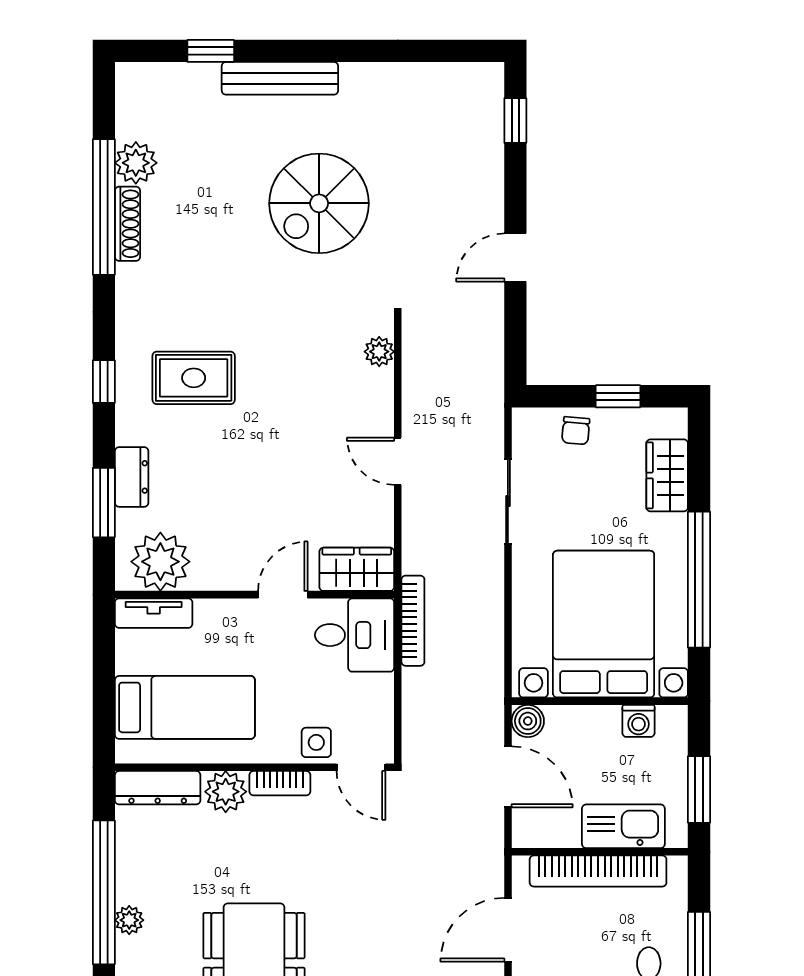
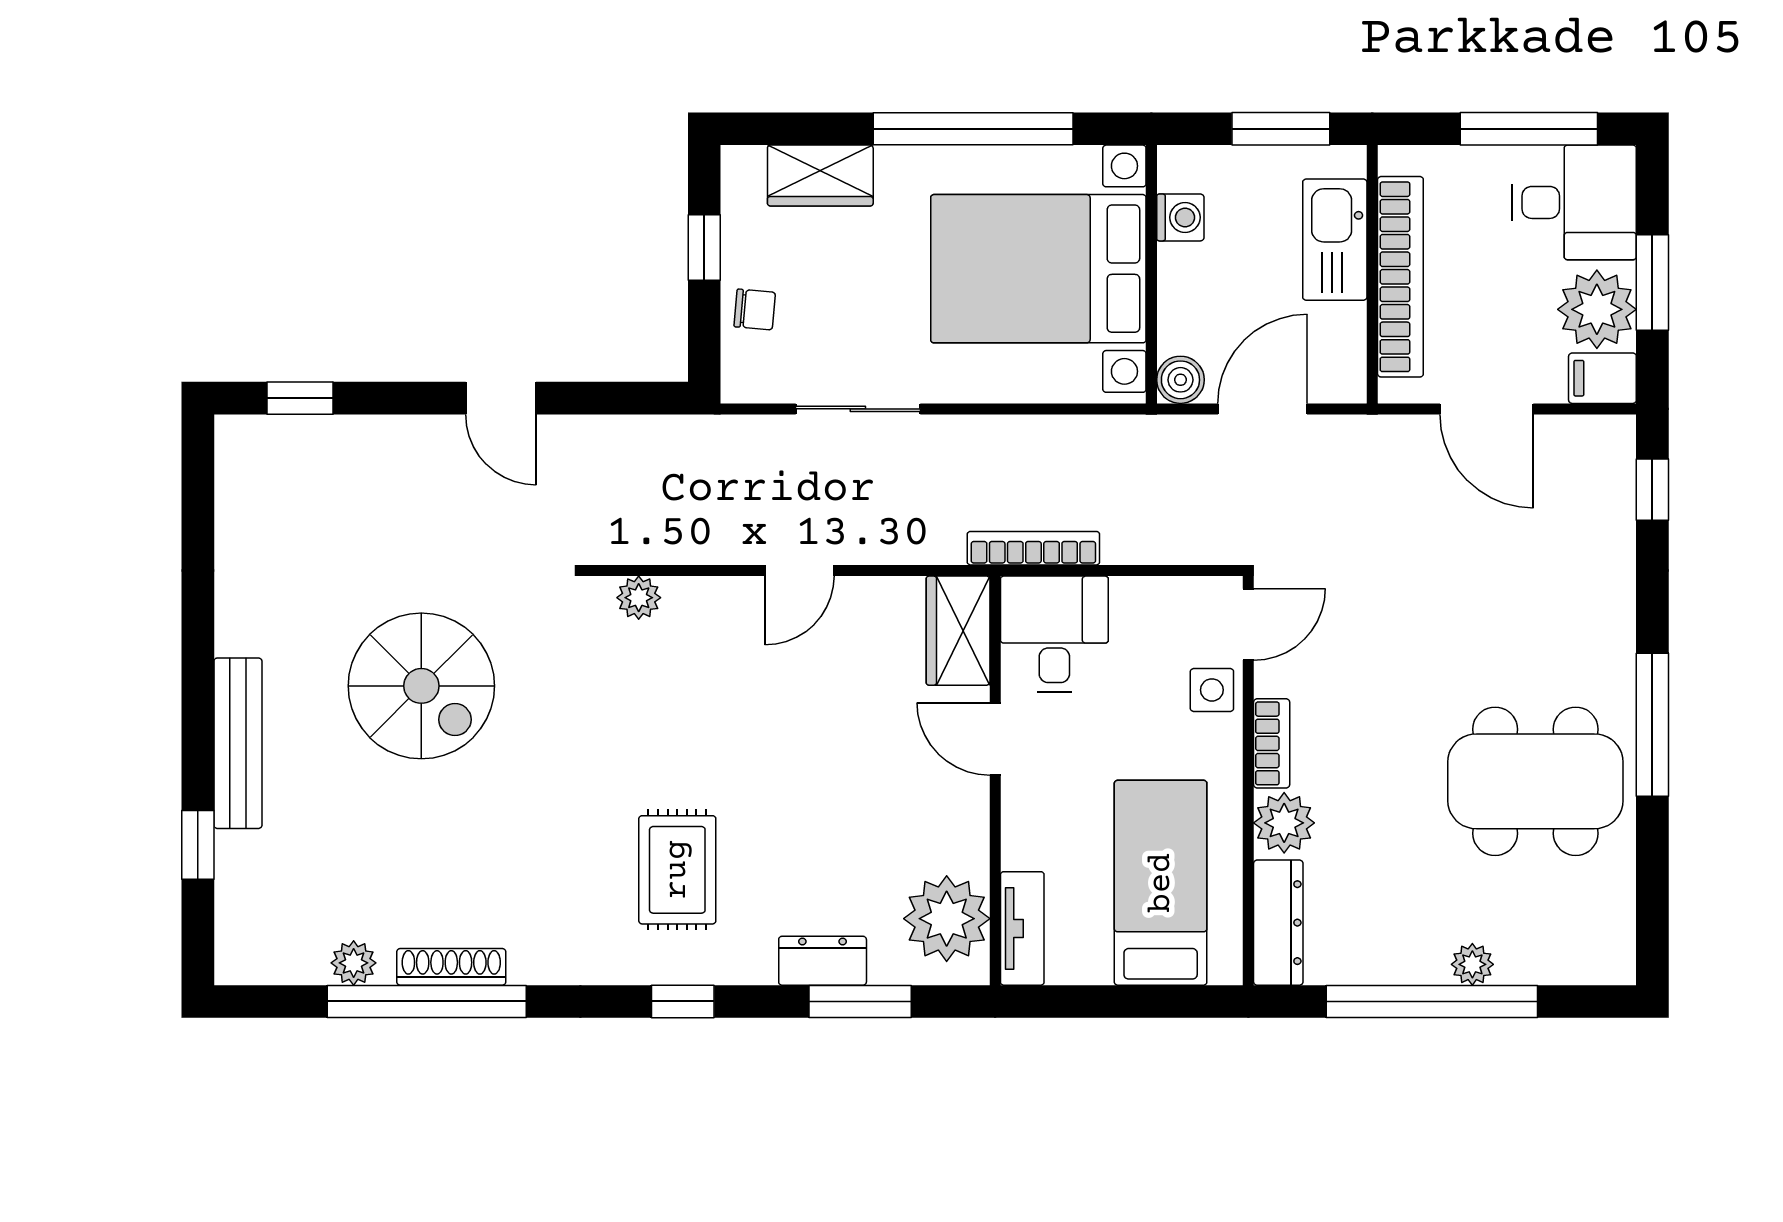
plant: (136, 163) -> (354, 963), width x0.73, depth x0.73

